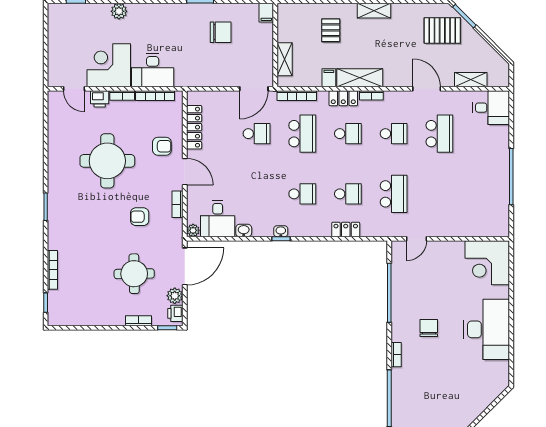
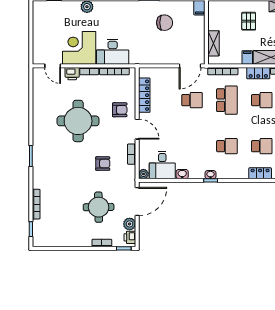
armchair: (140, 217) -> (103, 164), turned 180

